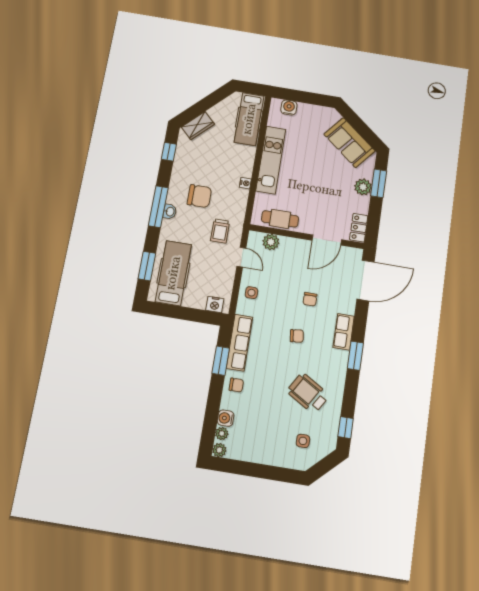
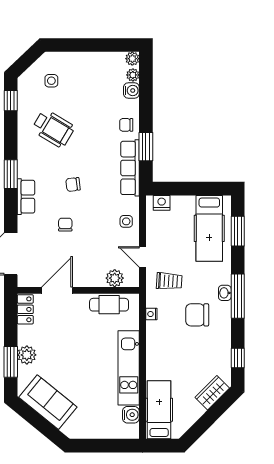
water cooler: (289, 107) -> (131, 415), moved, turned -90
nightstand: (245, 183) -> (151, 314), moved
trolley: (220, 231) -> (169, 281), turned 93

